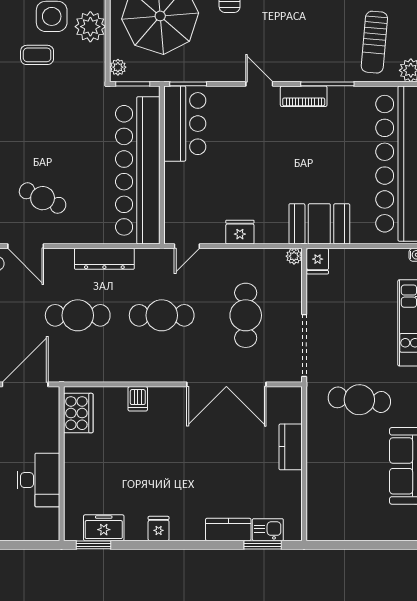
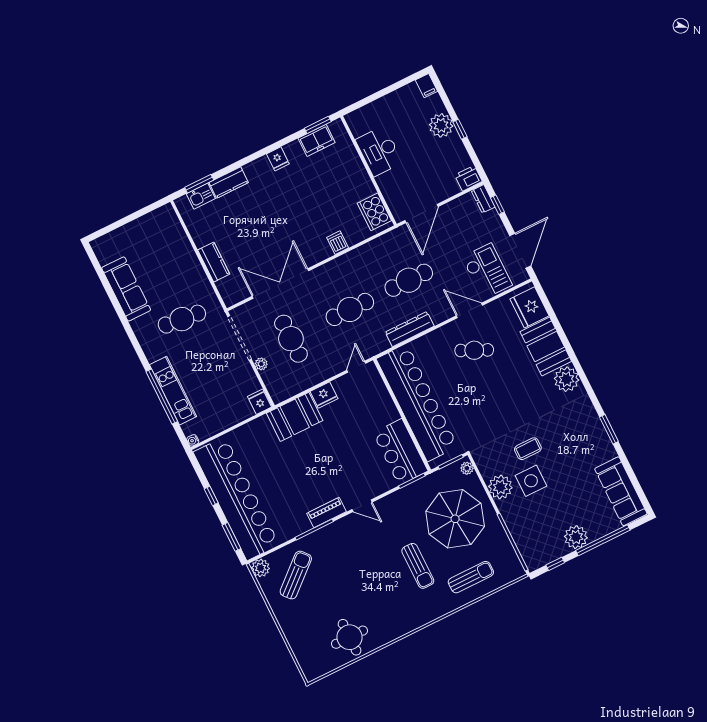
sun lounger: (374, 42) -> (296, 575), turned 44
booth: (319, 224) -> (295, 417), moved
plant: (294, 256) -> (261, 364), moved

